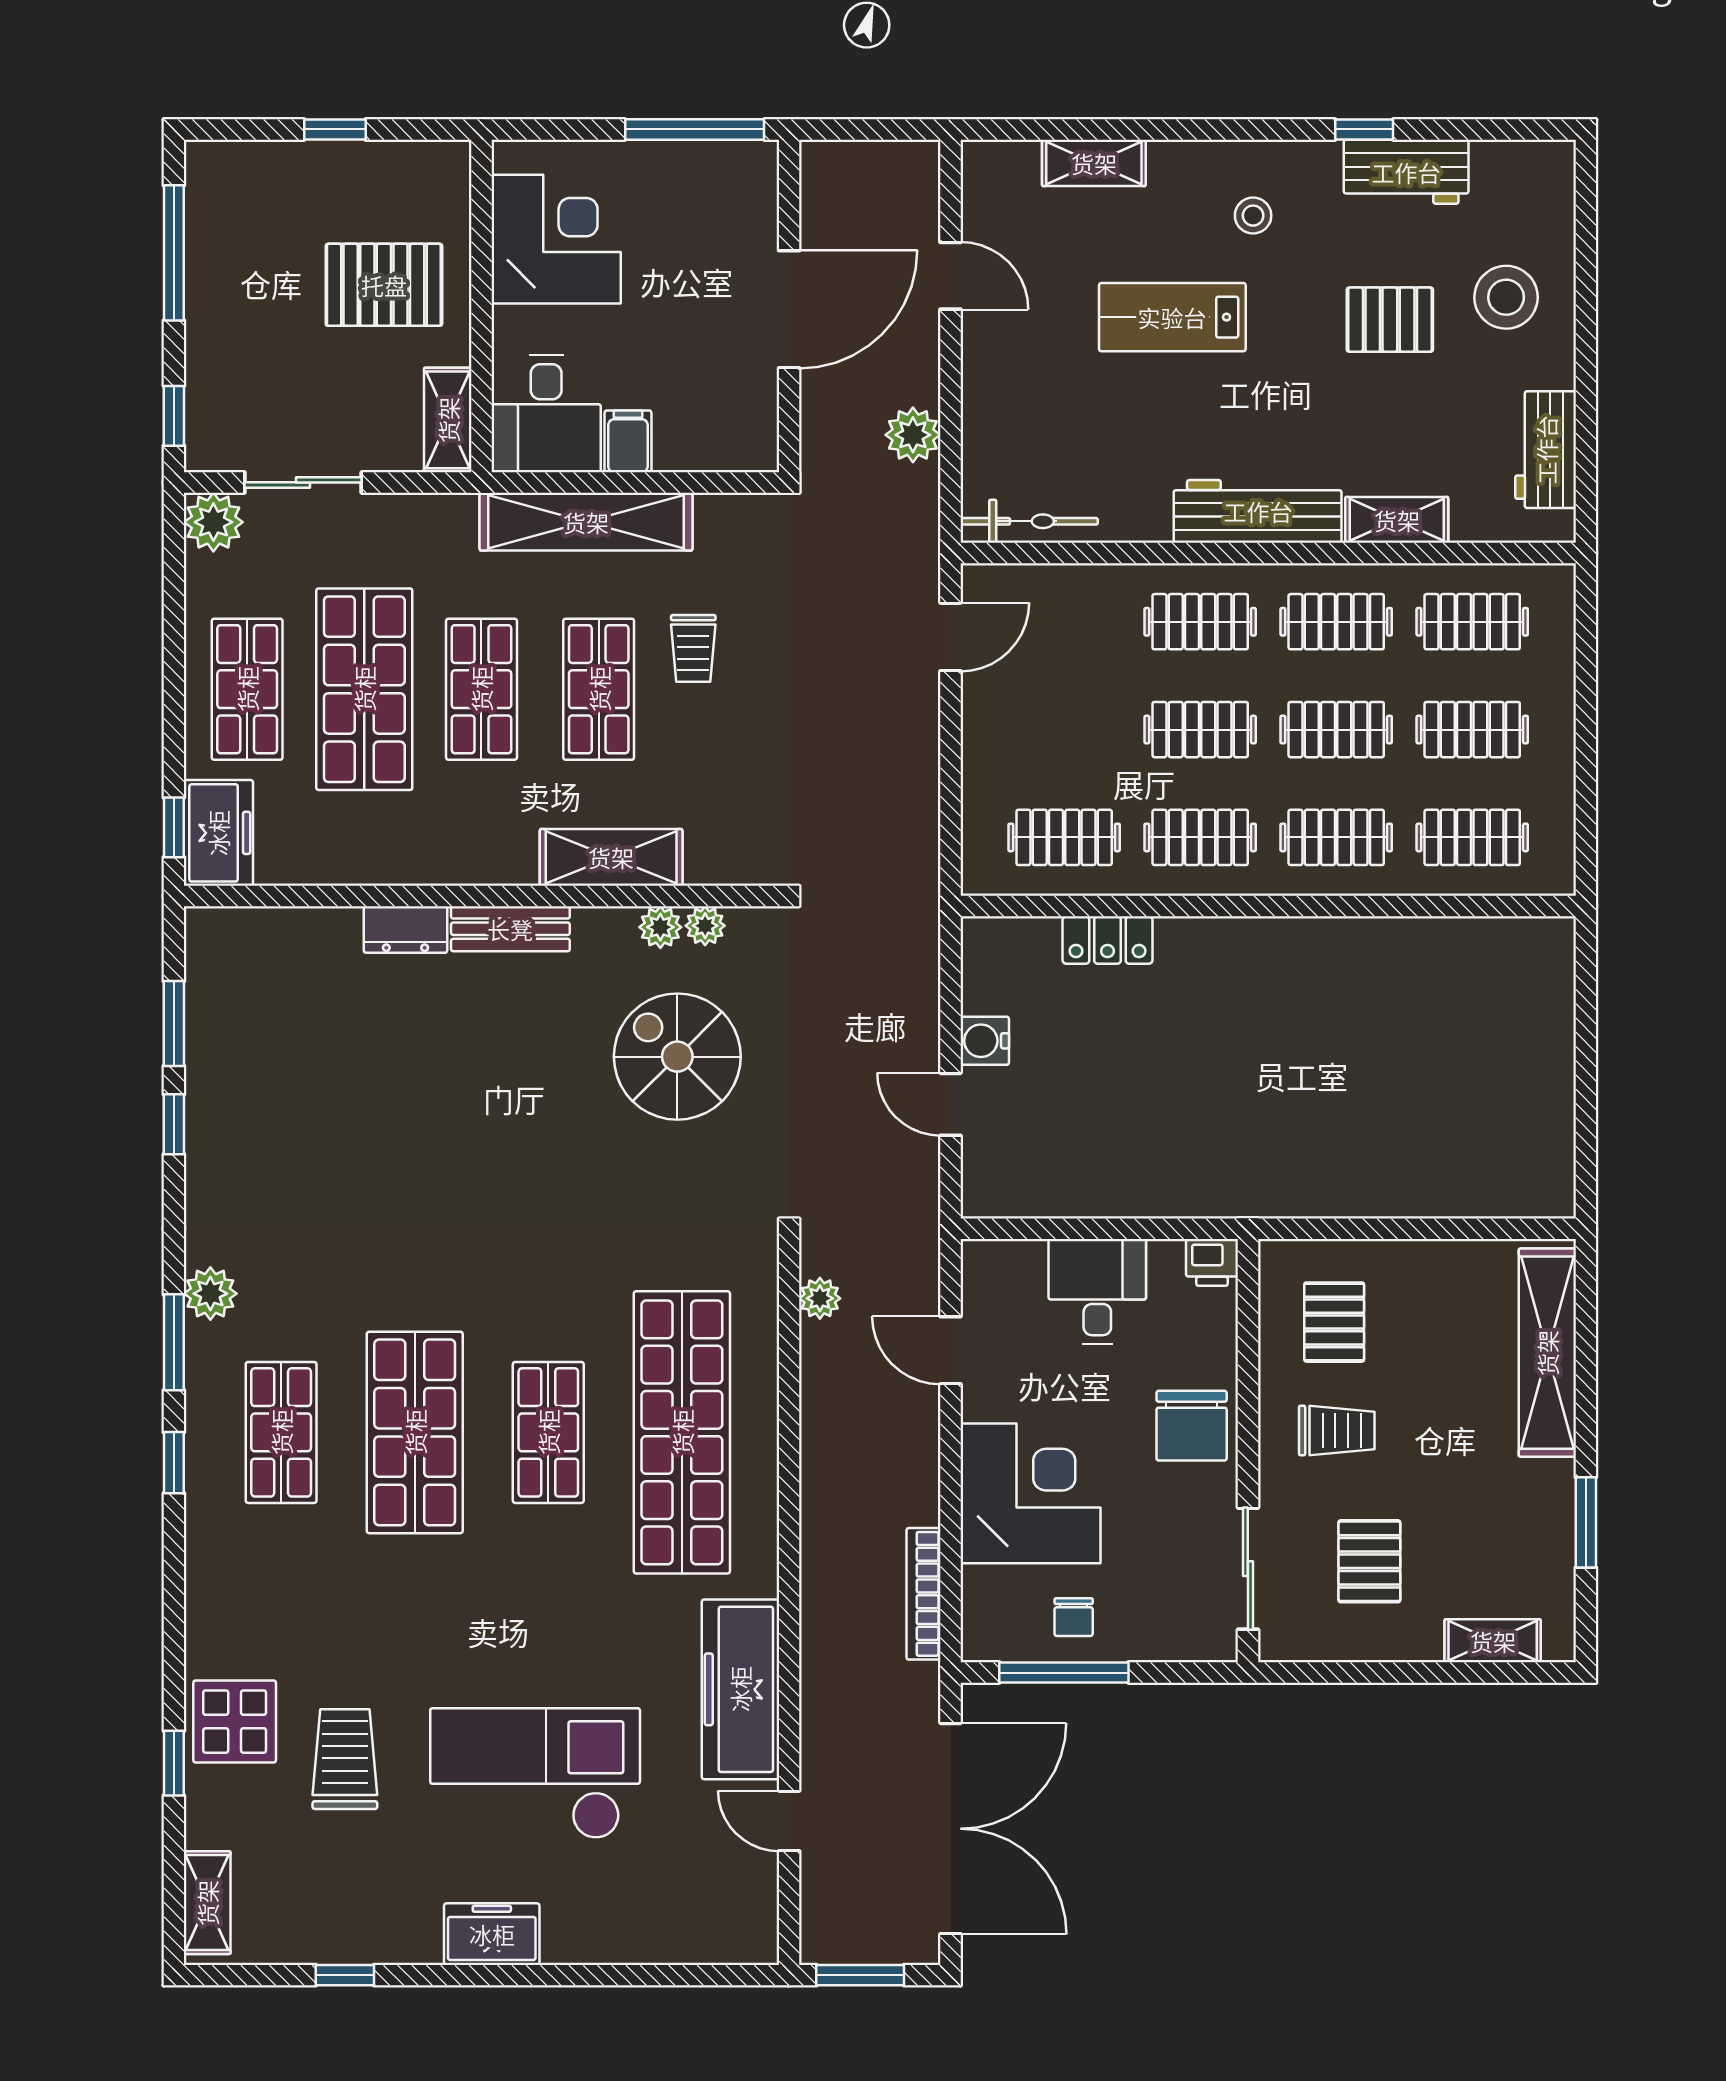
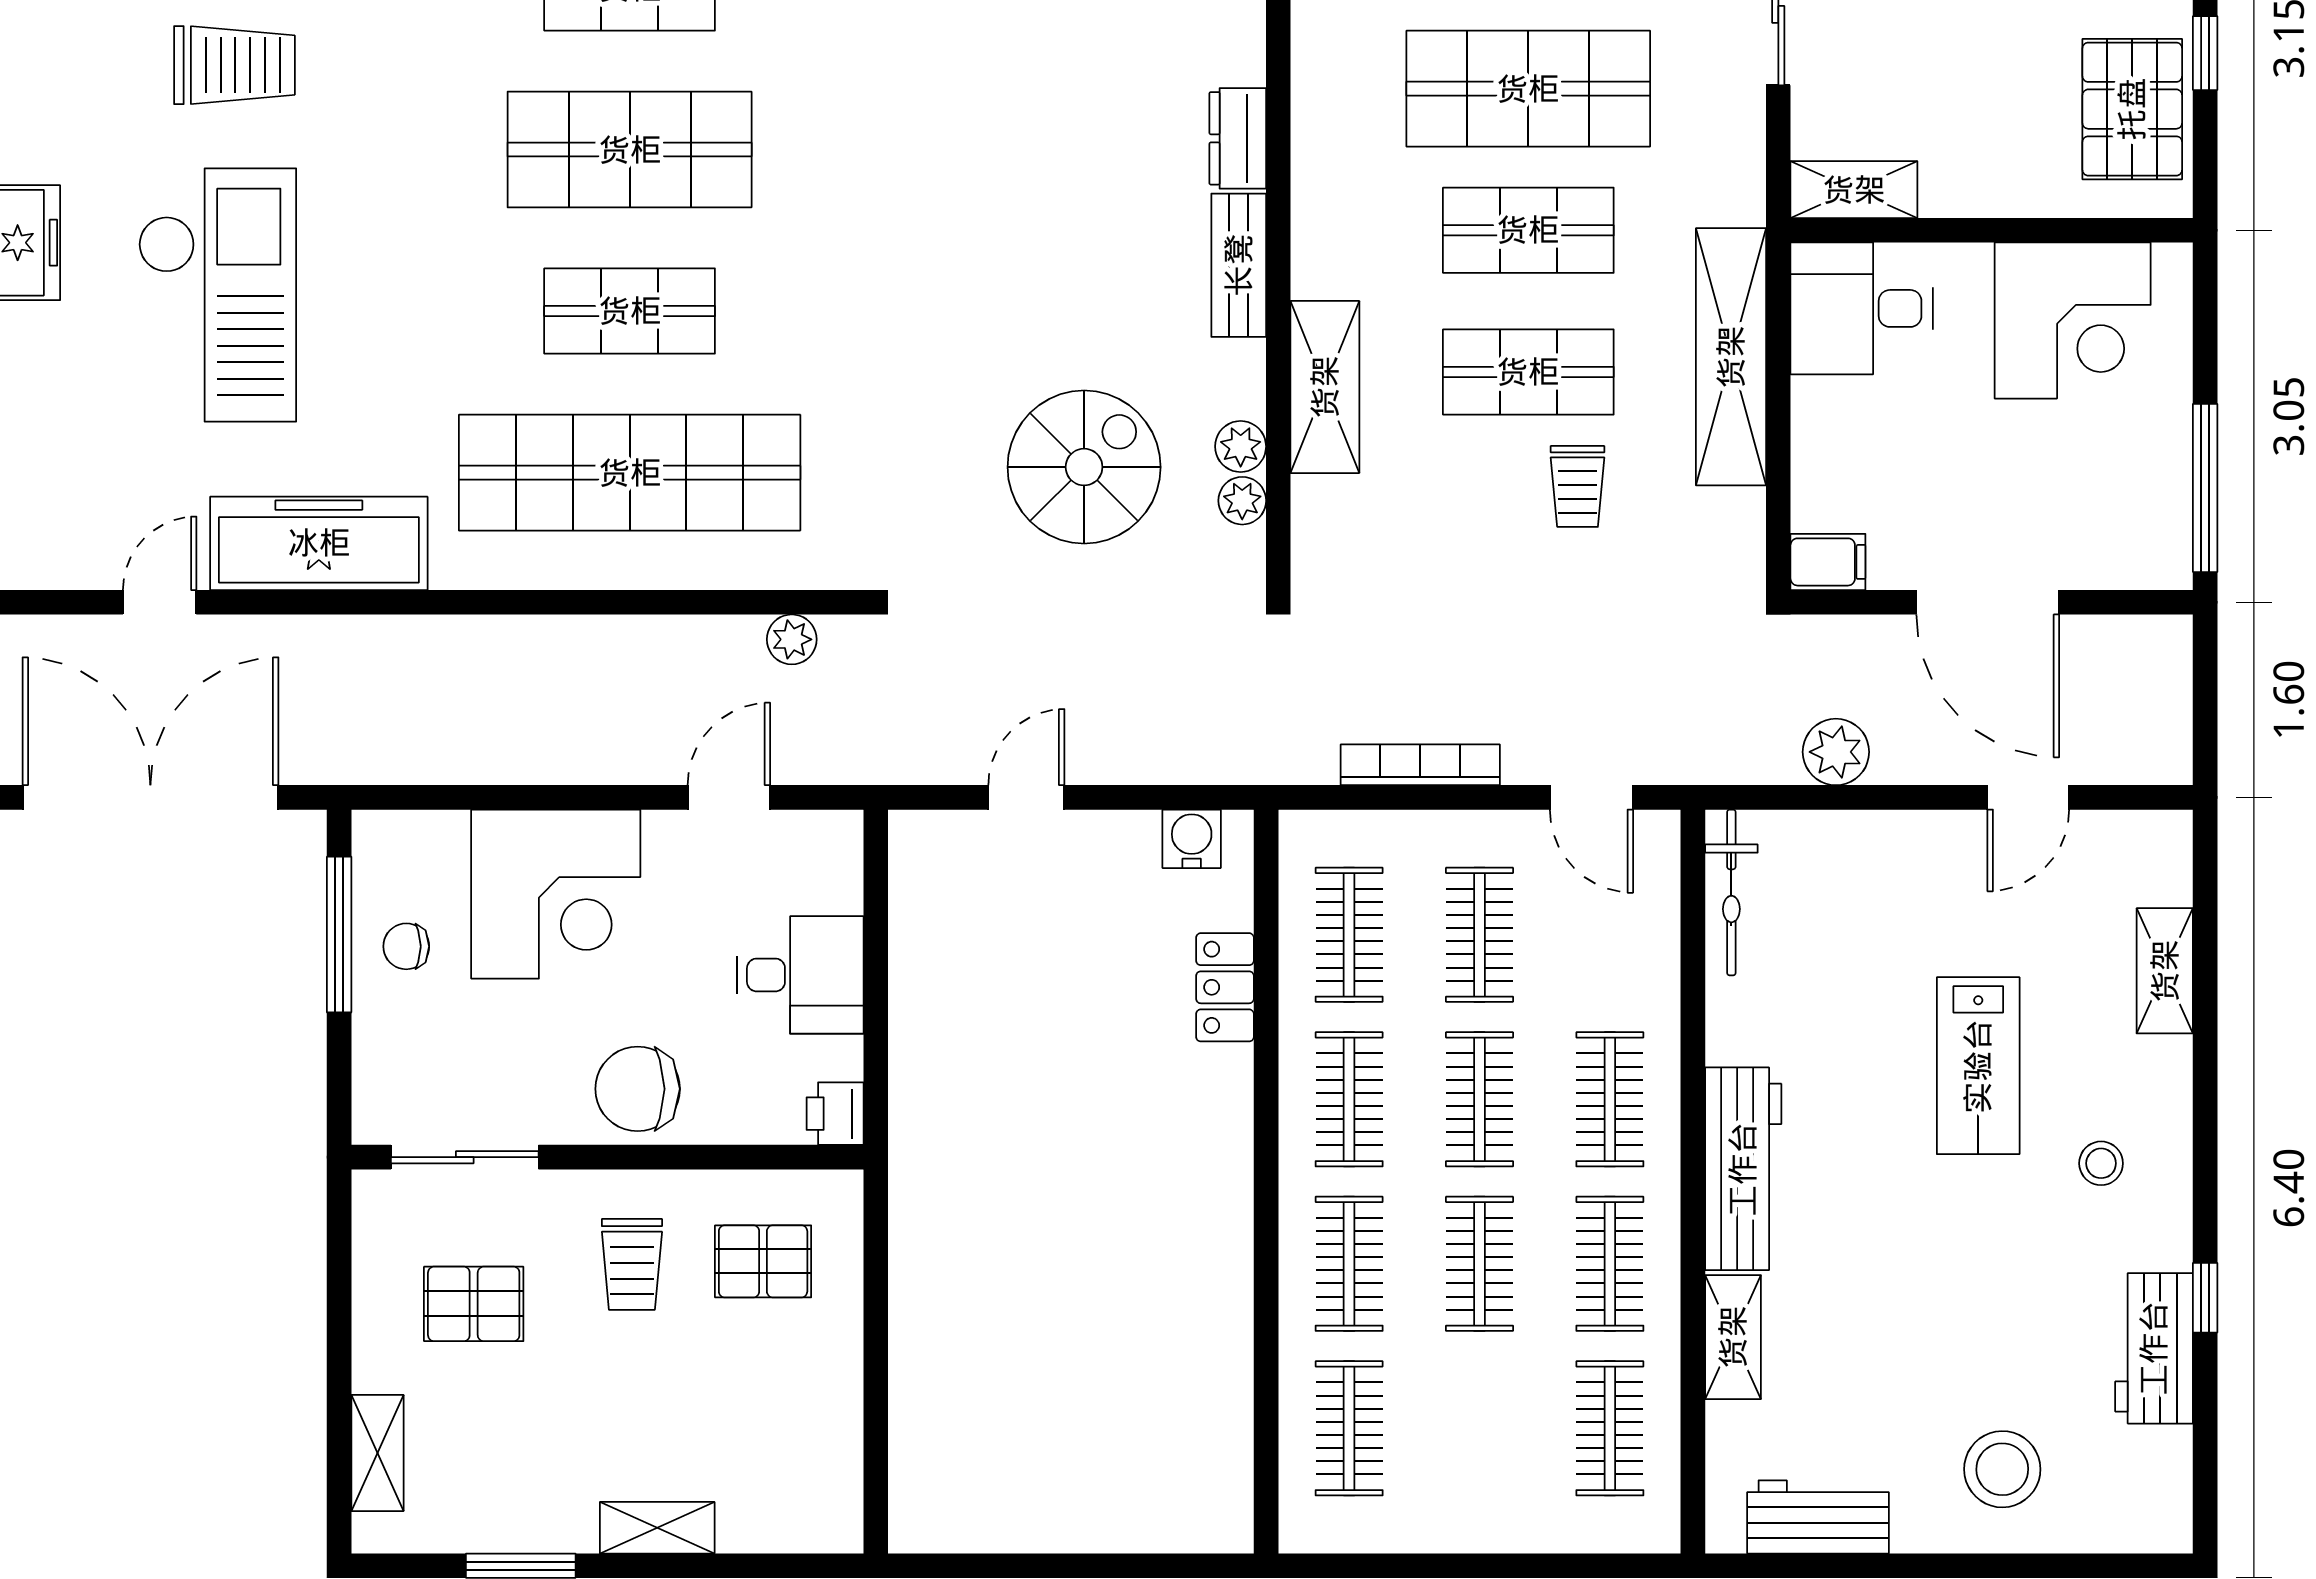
pallet: (384, 285) -> (2132, 109), moved
lab bench: (1172, 317) -> (1978, 1066), turned 180
pallet: (1390, 320) -> (1975, 1329), removed
filing cabinet: (628, 441) -> (1828, 562), moved
trolley: (693, 648) -> (1578, 486), turned -90
clothes rail: (1472, 730) -> (1479, 935), moved
water cooler: (985, 1041) -> (1192, 839), moved
shelving: (1547, 1353) -> (657, 1528), width x0.45, depth x0.75
bookcase: (924, 1594) -> (1420, 765), moved
double door: (950, 1829) -> (150, 797), swing flipped

